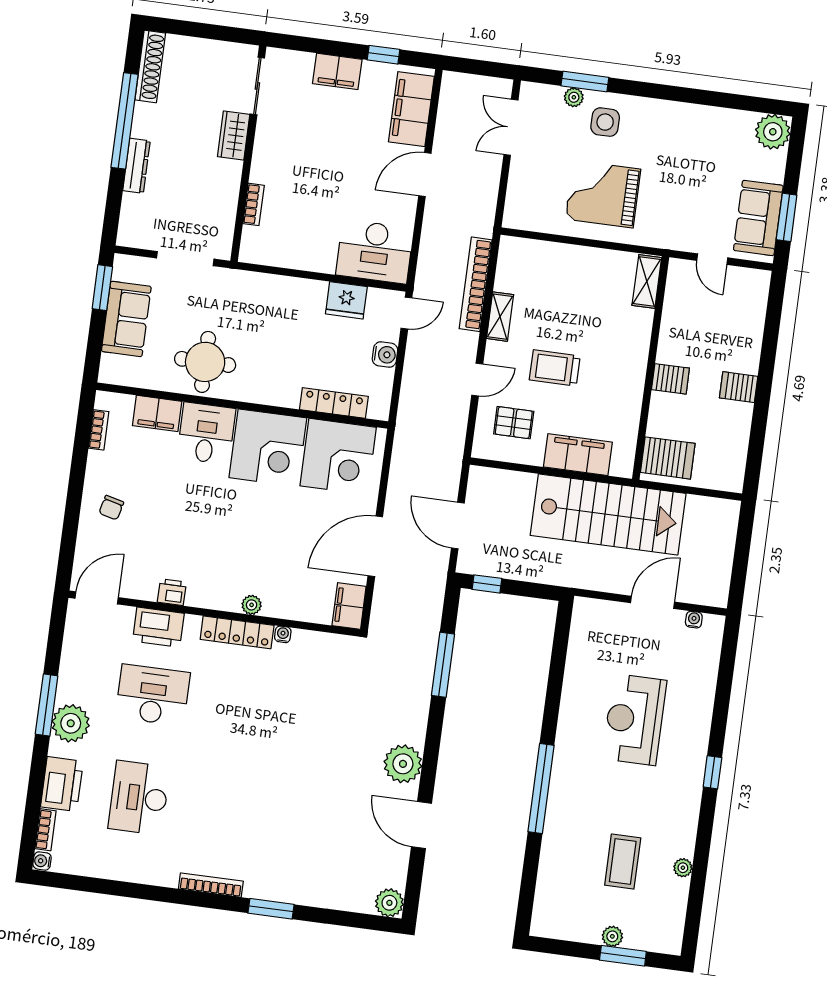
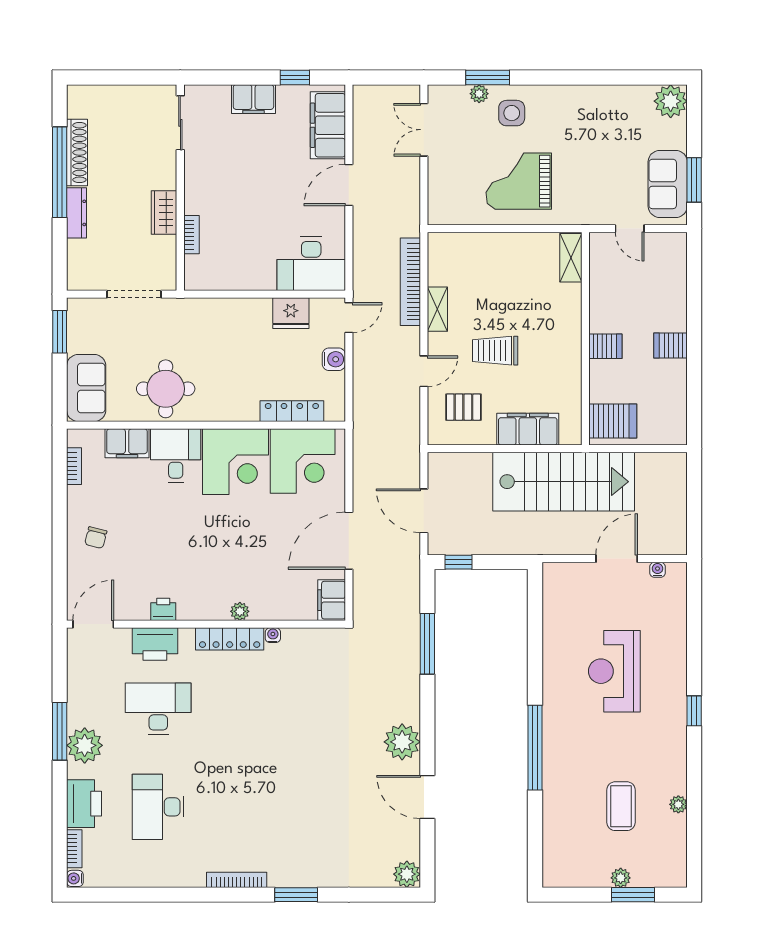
shoe rack: (150, 66) -> (77, 152), moved
wardrobe: (234, 135) -> (164, 213), moved
sofa: (126, 319) -> (86, 388), moved

